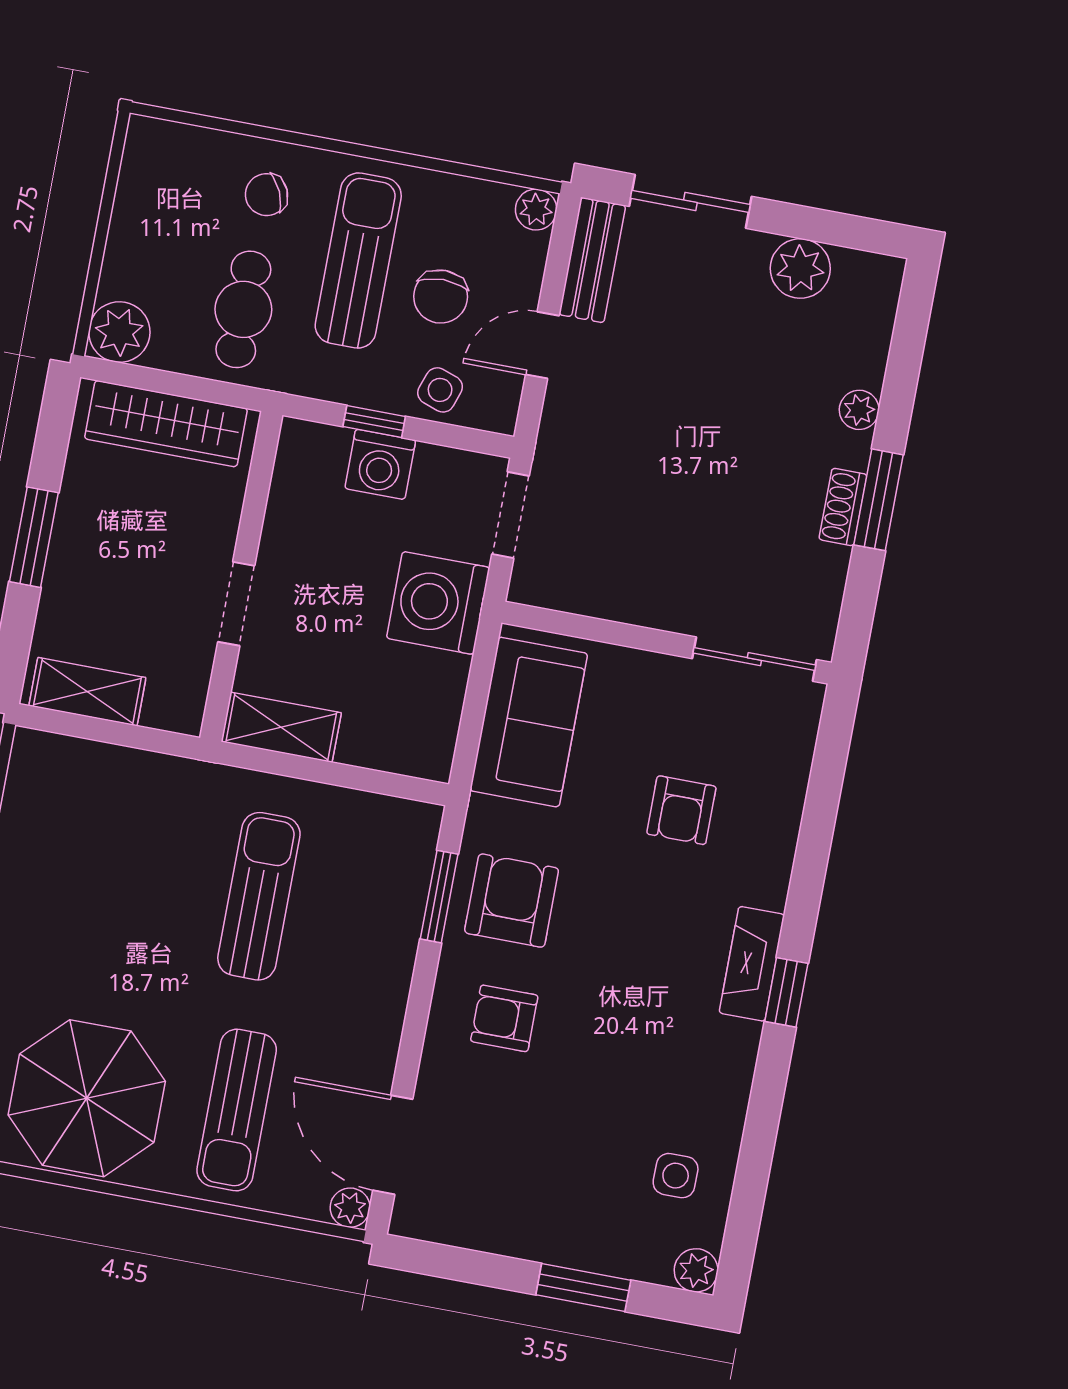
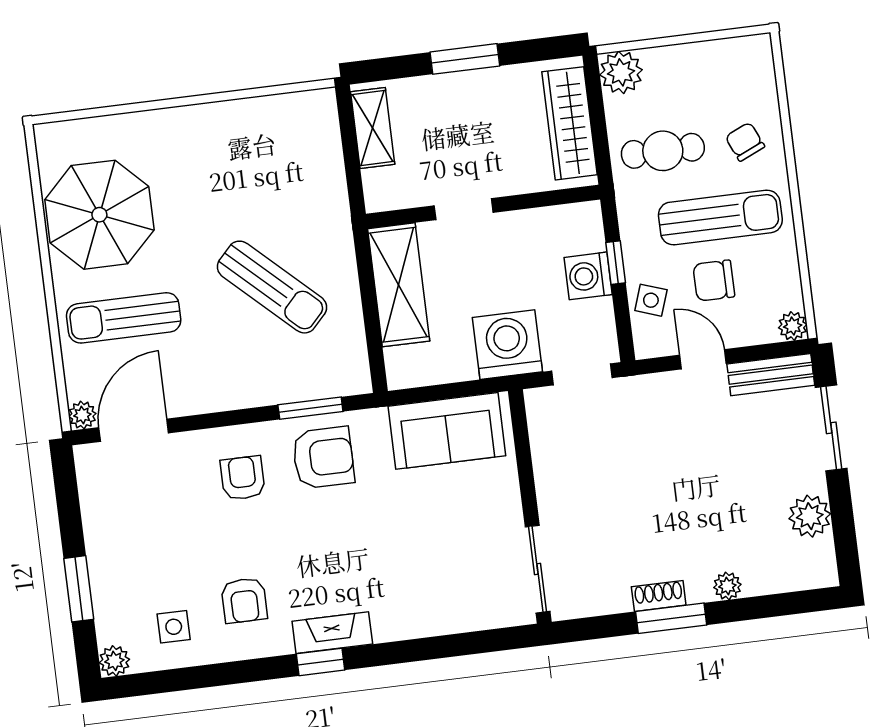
shelving: (281, 727) -> (399, 285), width x1.50, depth x1.33
armchair: (681, 810) -> (244, 600), moved, turned -90
sun lounger: (259, 896) -> (272, 287), turned 43

